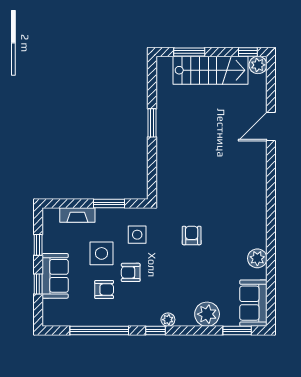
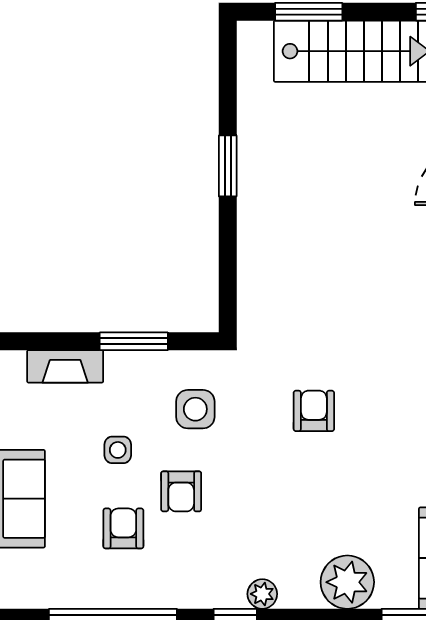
side table: (102, 253) -> (118, 450), width x0.54, depth x0.54
armchair: (131, 272) -> (181, 491), turned -90
armchair: (104, 290) -> (123, 528), turned -90

